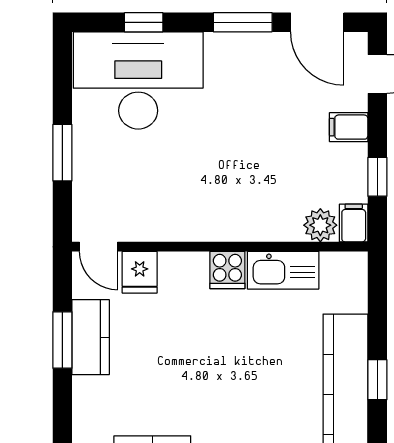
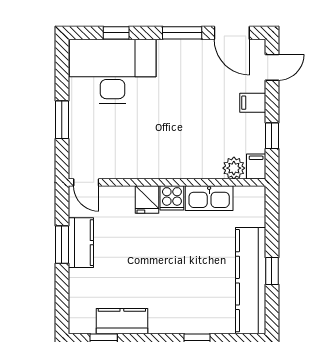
fridge: (140, 272) -> (147, 199), moved

